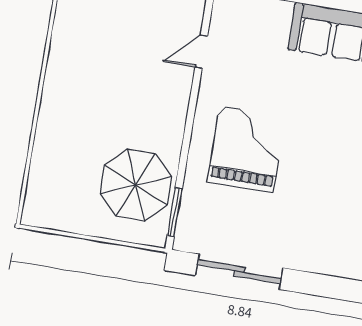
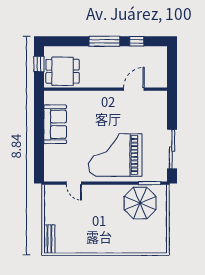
grand piano: (246, 149) -> (115, 155), width x1.37, depth x1.48

